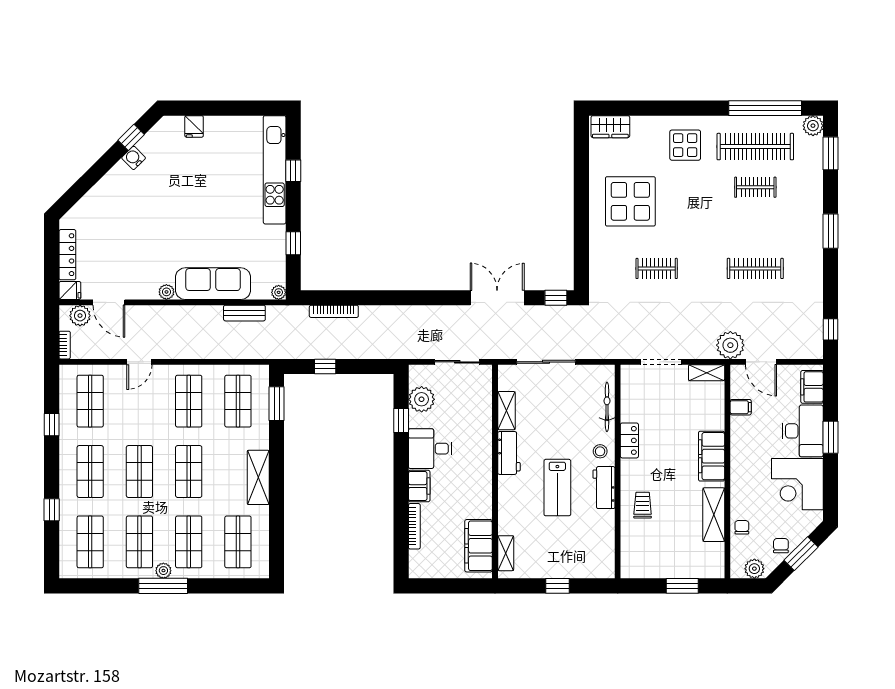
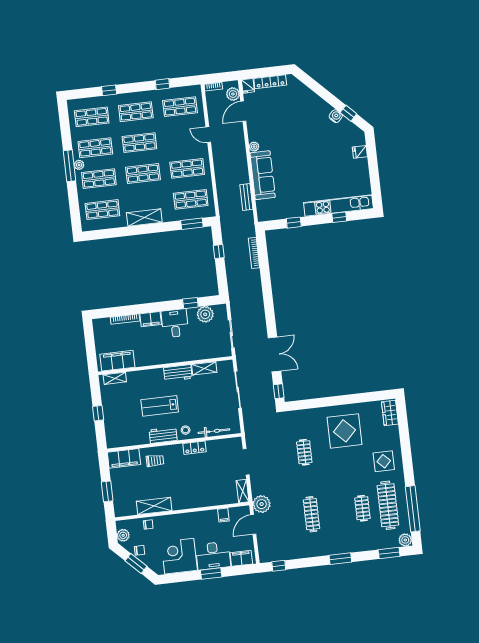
plant: (279, 292) -> (262, 217), removed
filing cabinet: (712, 456) -> (124, 458), moved, turned 180

